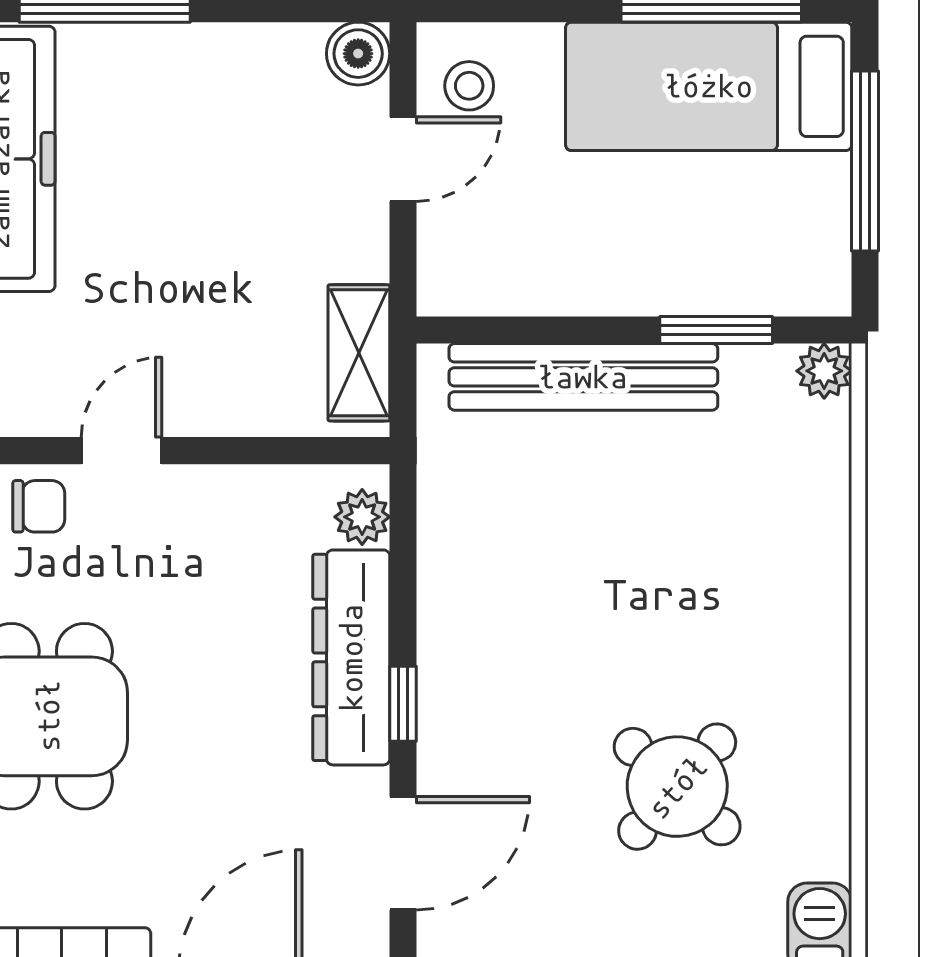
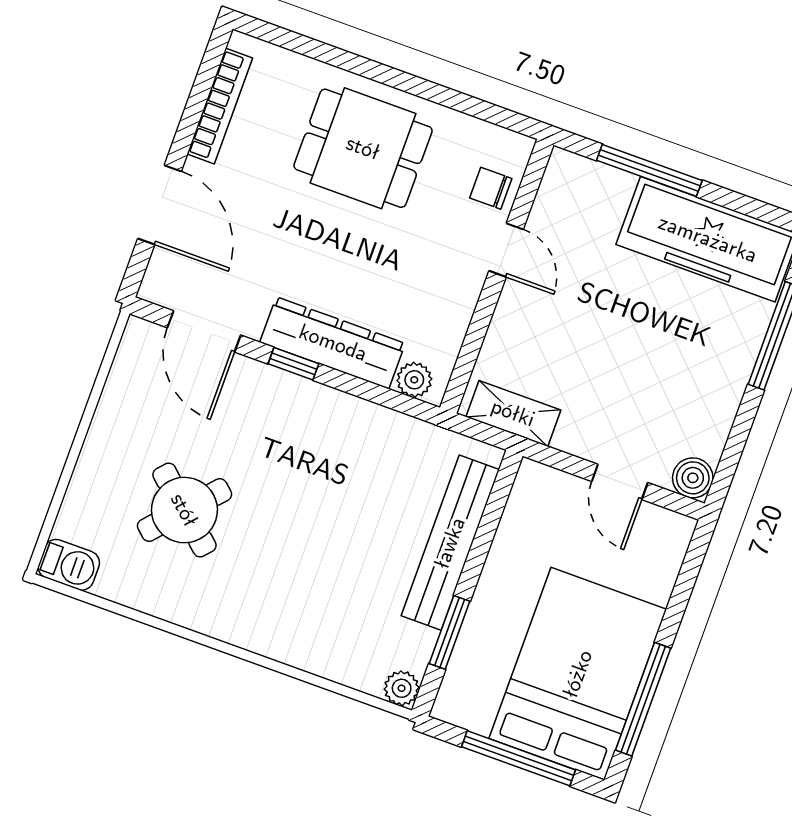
stool: (469, 86) -> (649, 537), removed
bed: (709, 86) -> (578, 674), width x1.50
chair: (39, 506) -> (491, 188), turned 90

